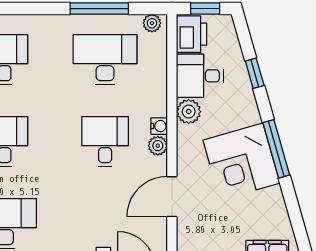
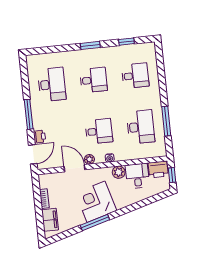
plant: (152, 23) -> (162, 149), removed
window: (255, 73) -> (142, 204), removed
plant: (158, 146) -> (89, 159), moved
window: (276, 149) -> (95, 222), moved

